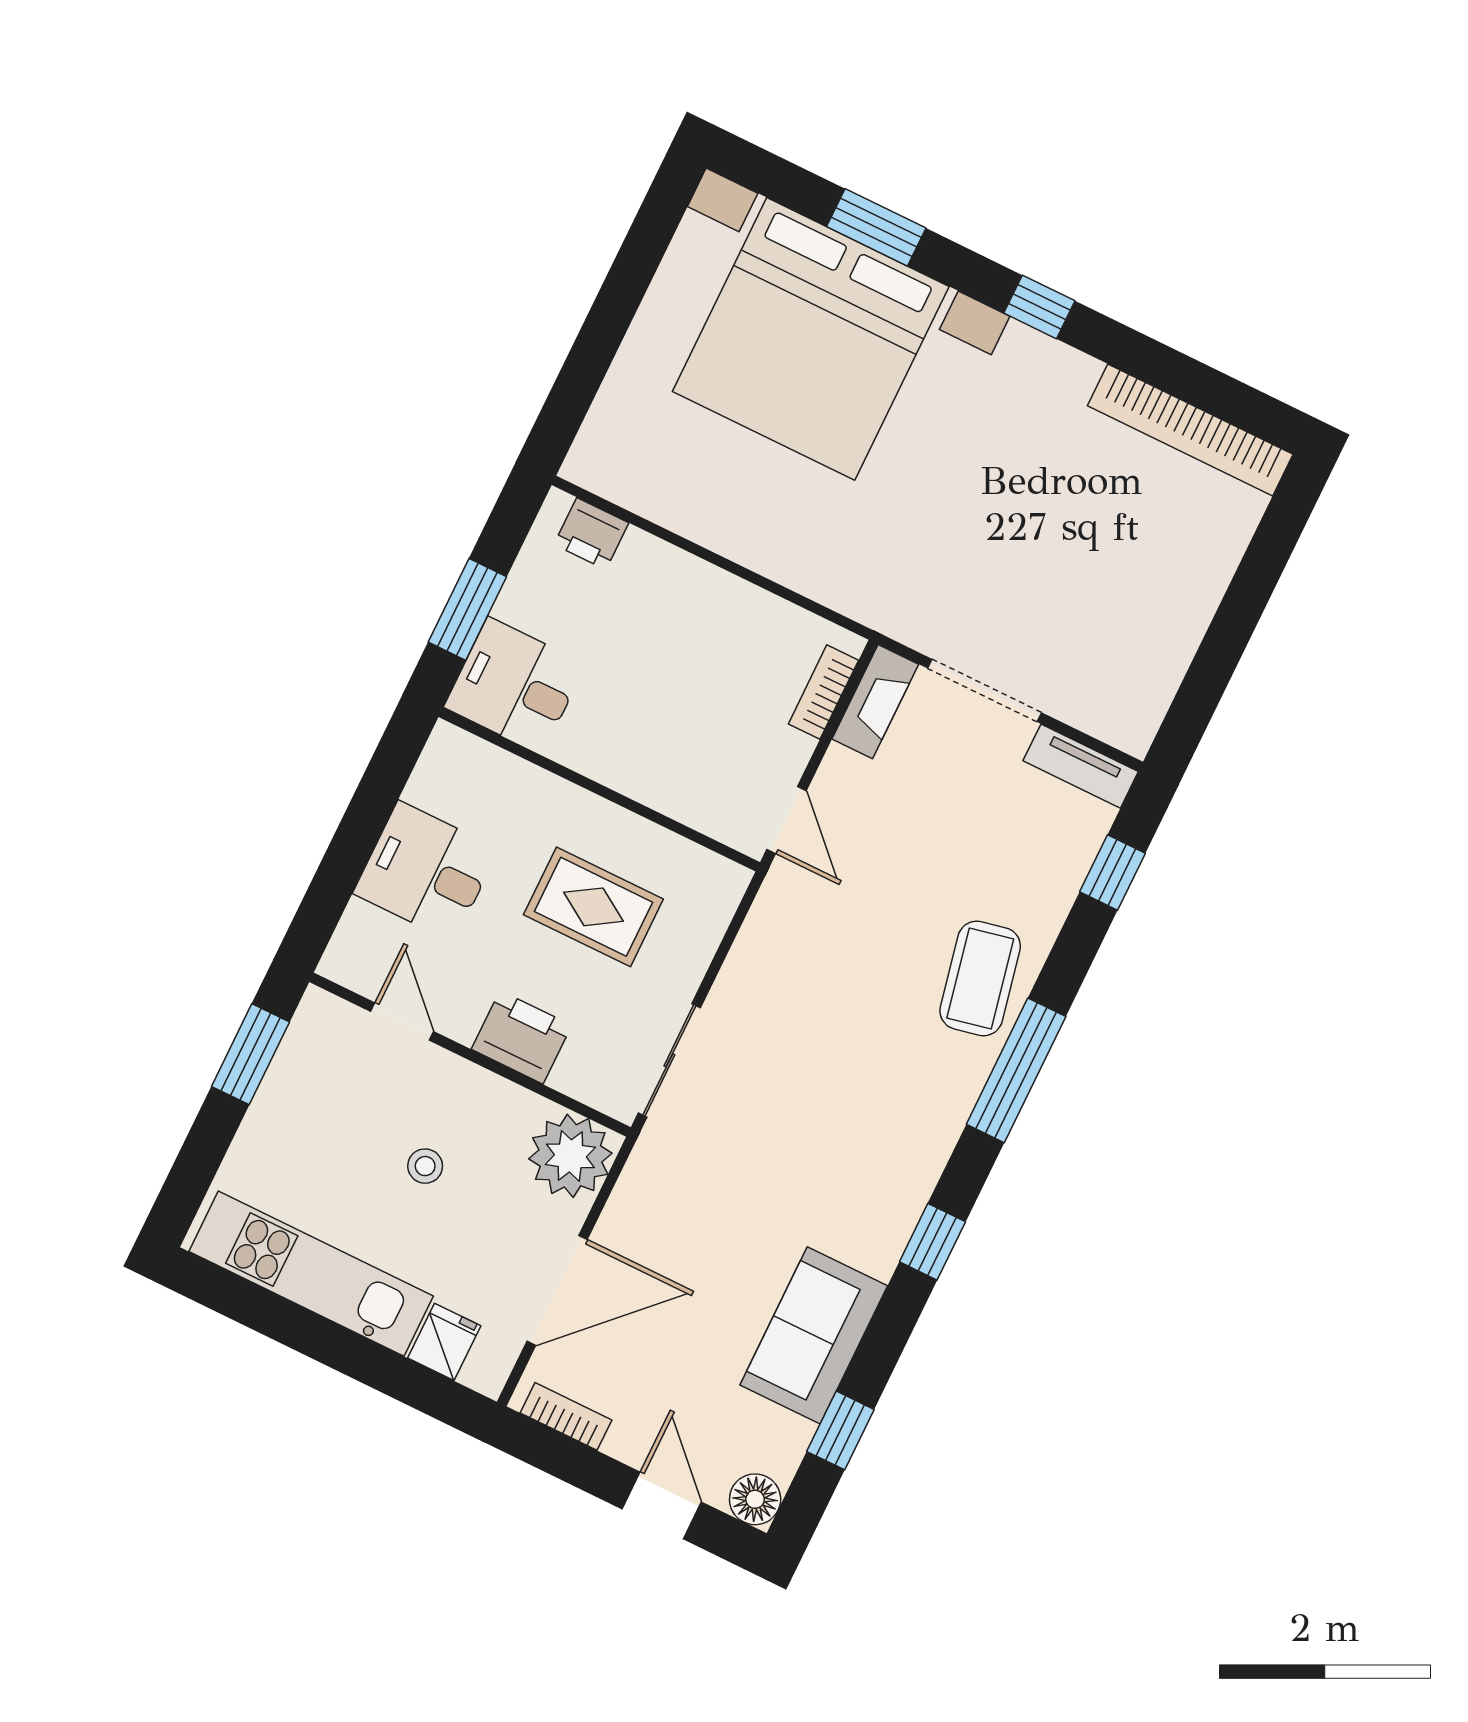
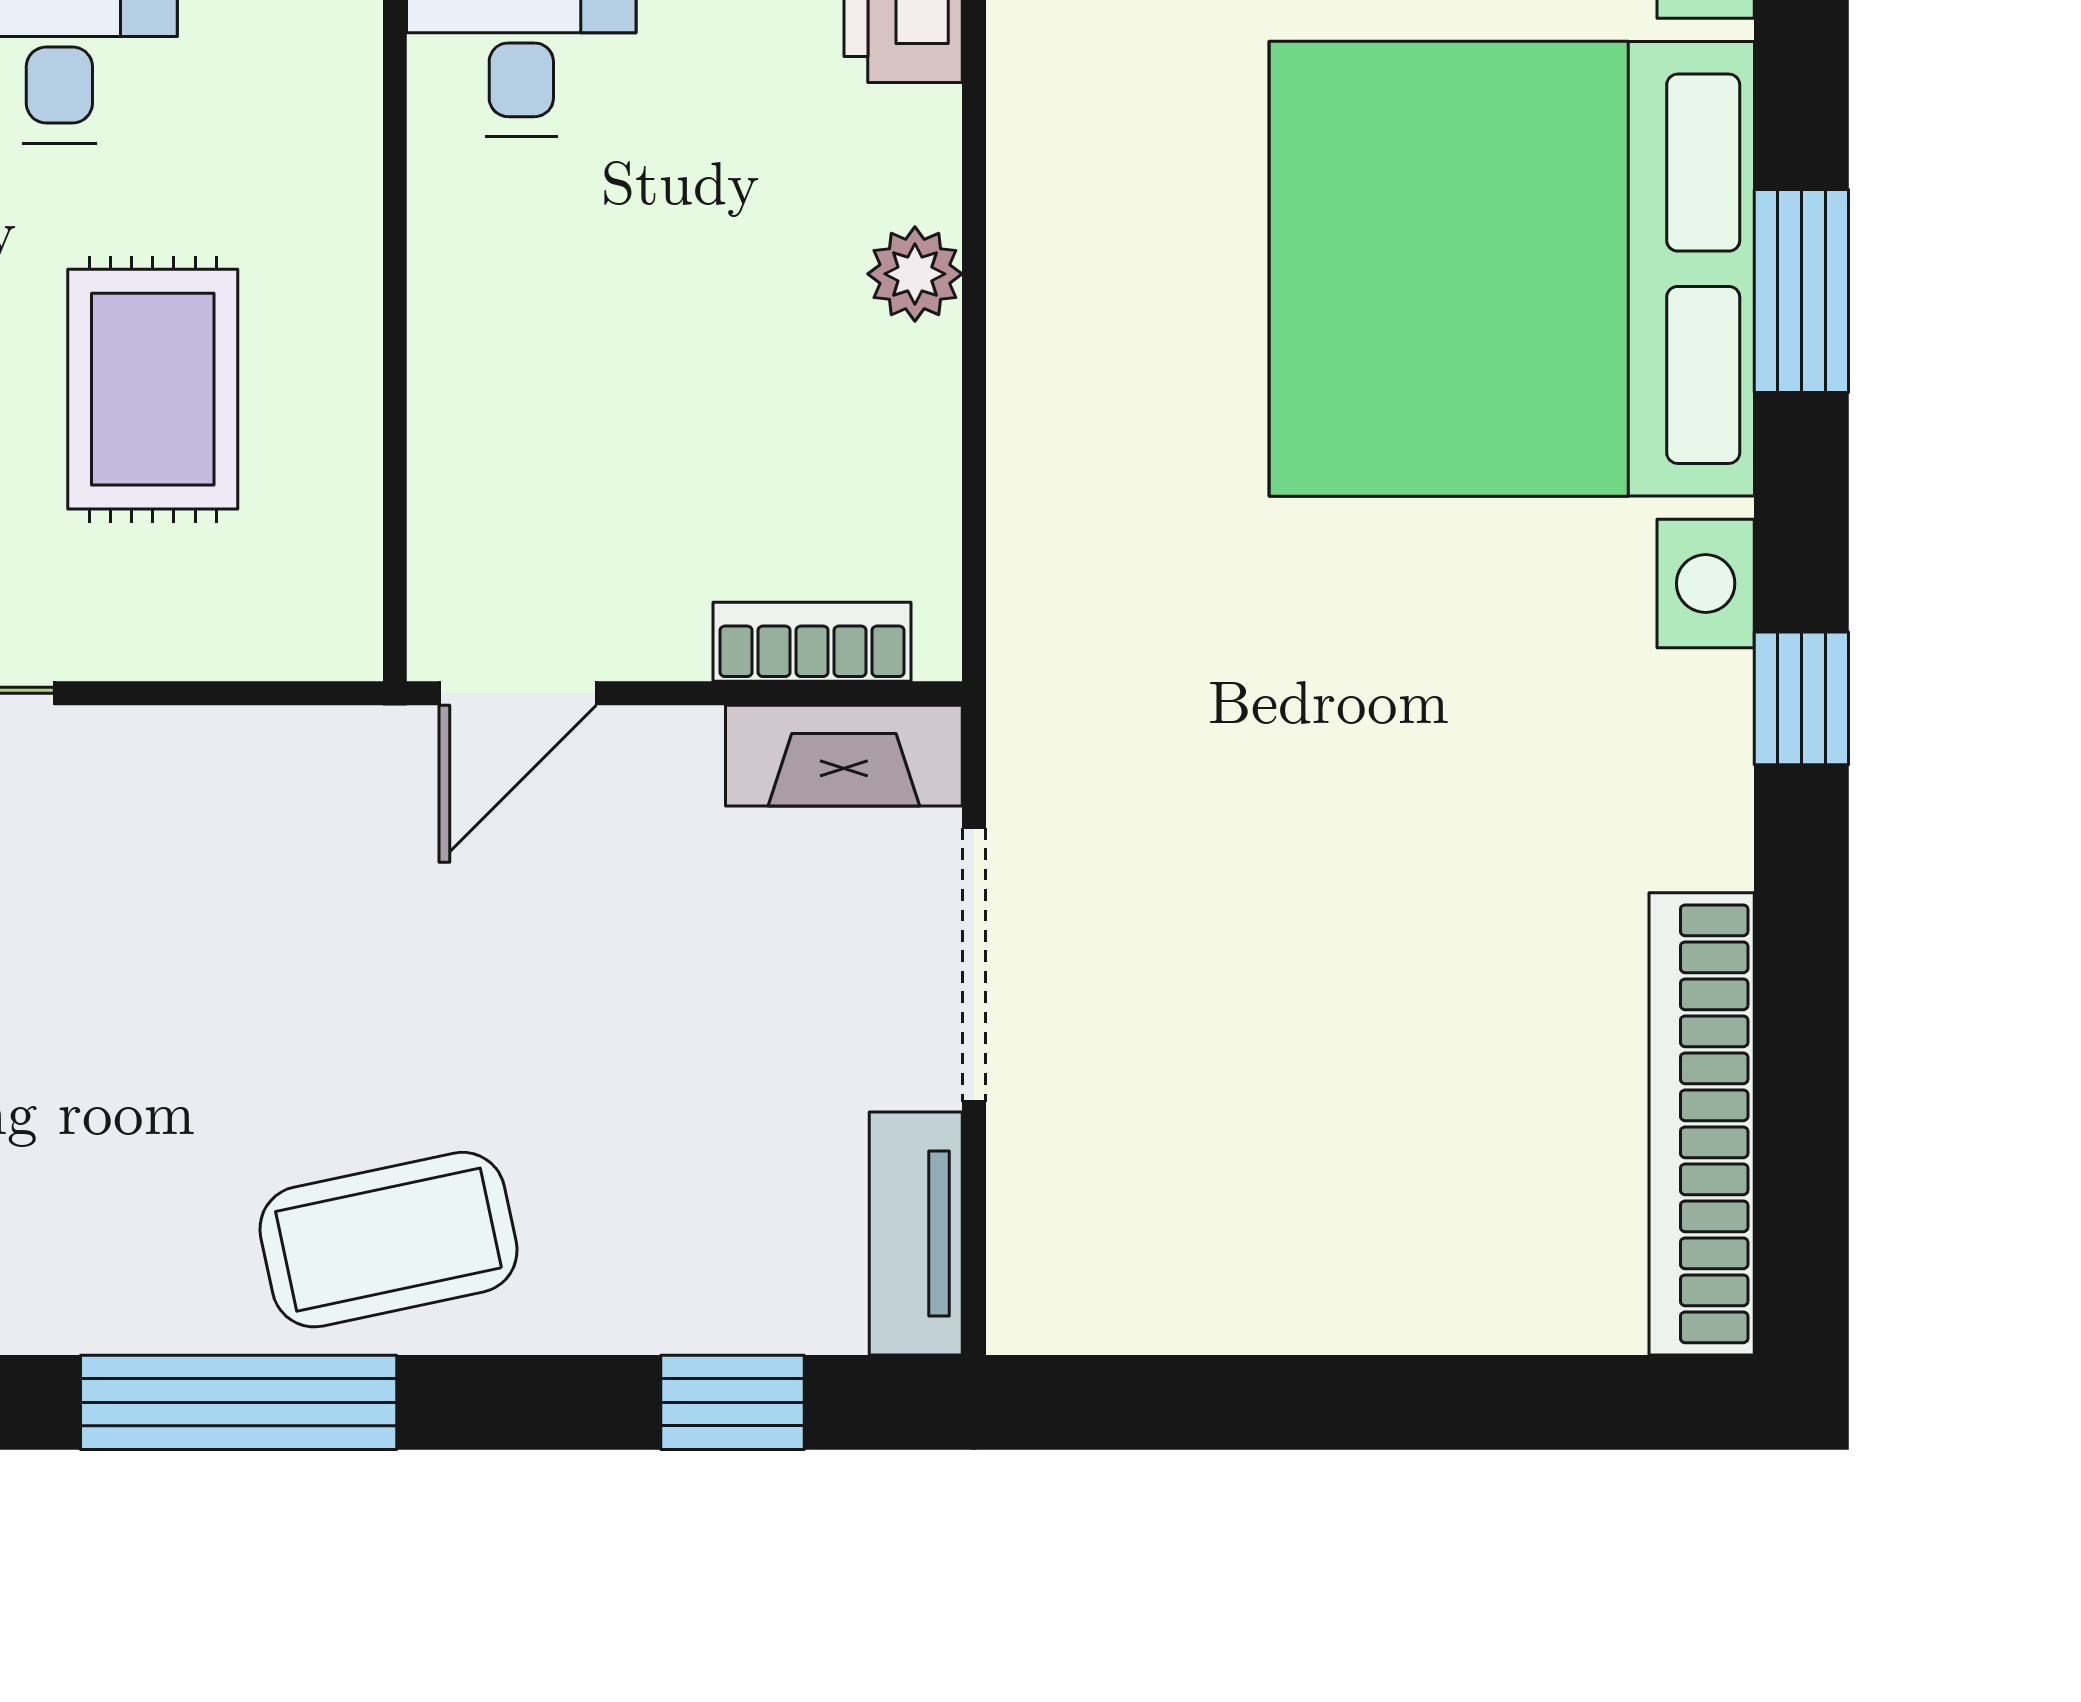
plant: (696, 579) -> (915, 274), added

